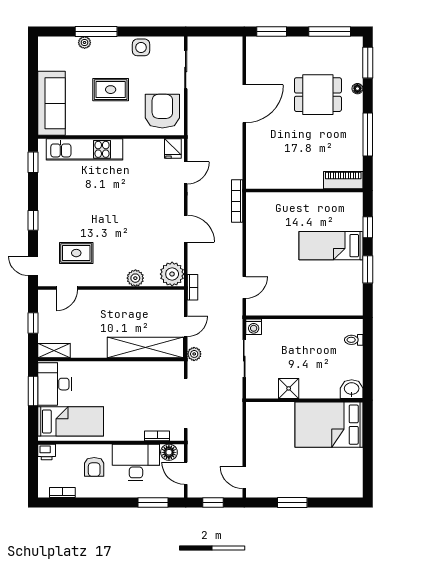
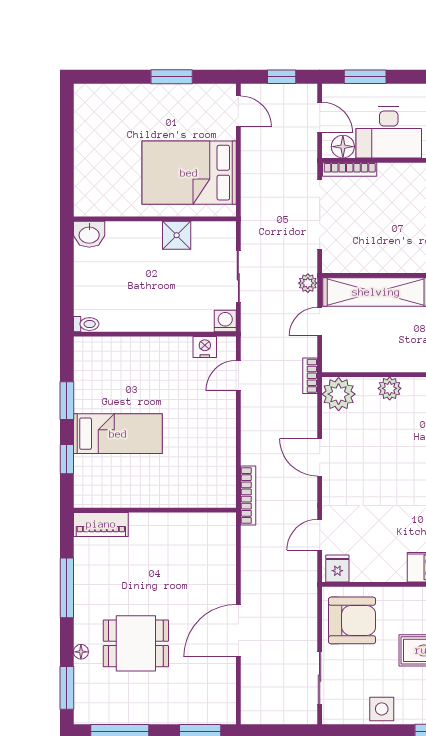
armchair: (162, 111) -> (352, 620), turned -90
nightstand: (268, 308) -> (205, 347), added
toilet: (354, 340) -> (86, 324), moved
bed: (329, 425) -> (189, 173), moved, turned 180
bookcase: (157, 436) -> (350, 169), width x1.56

